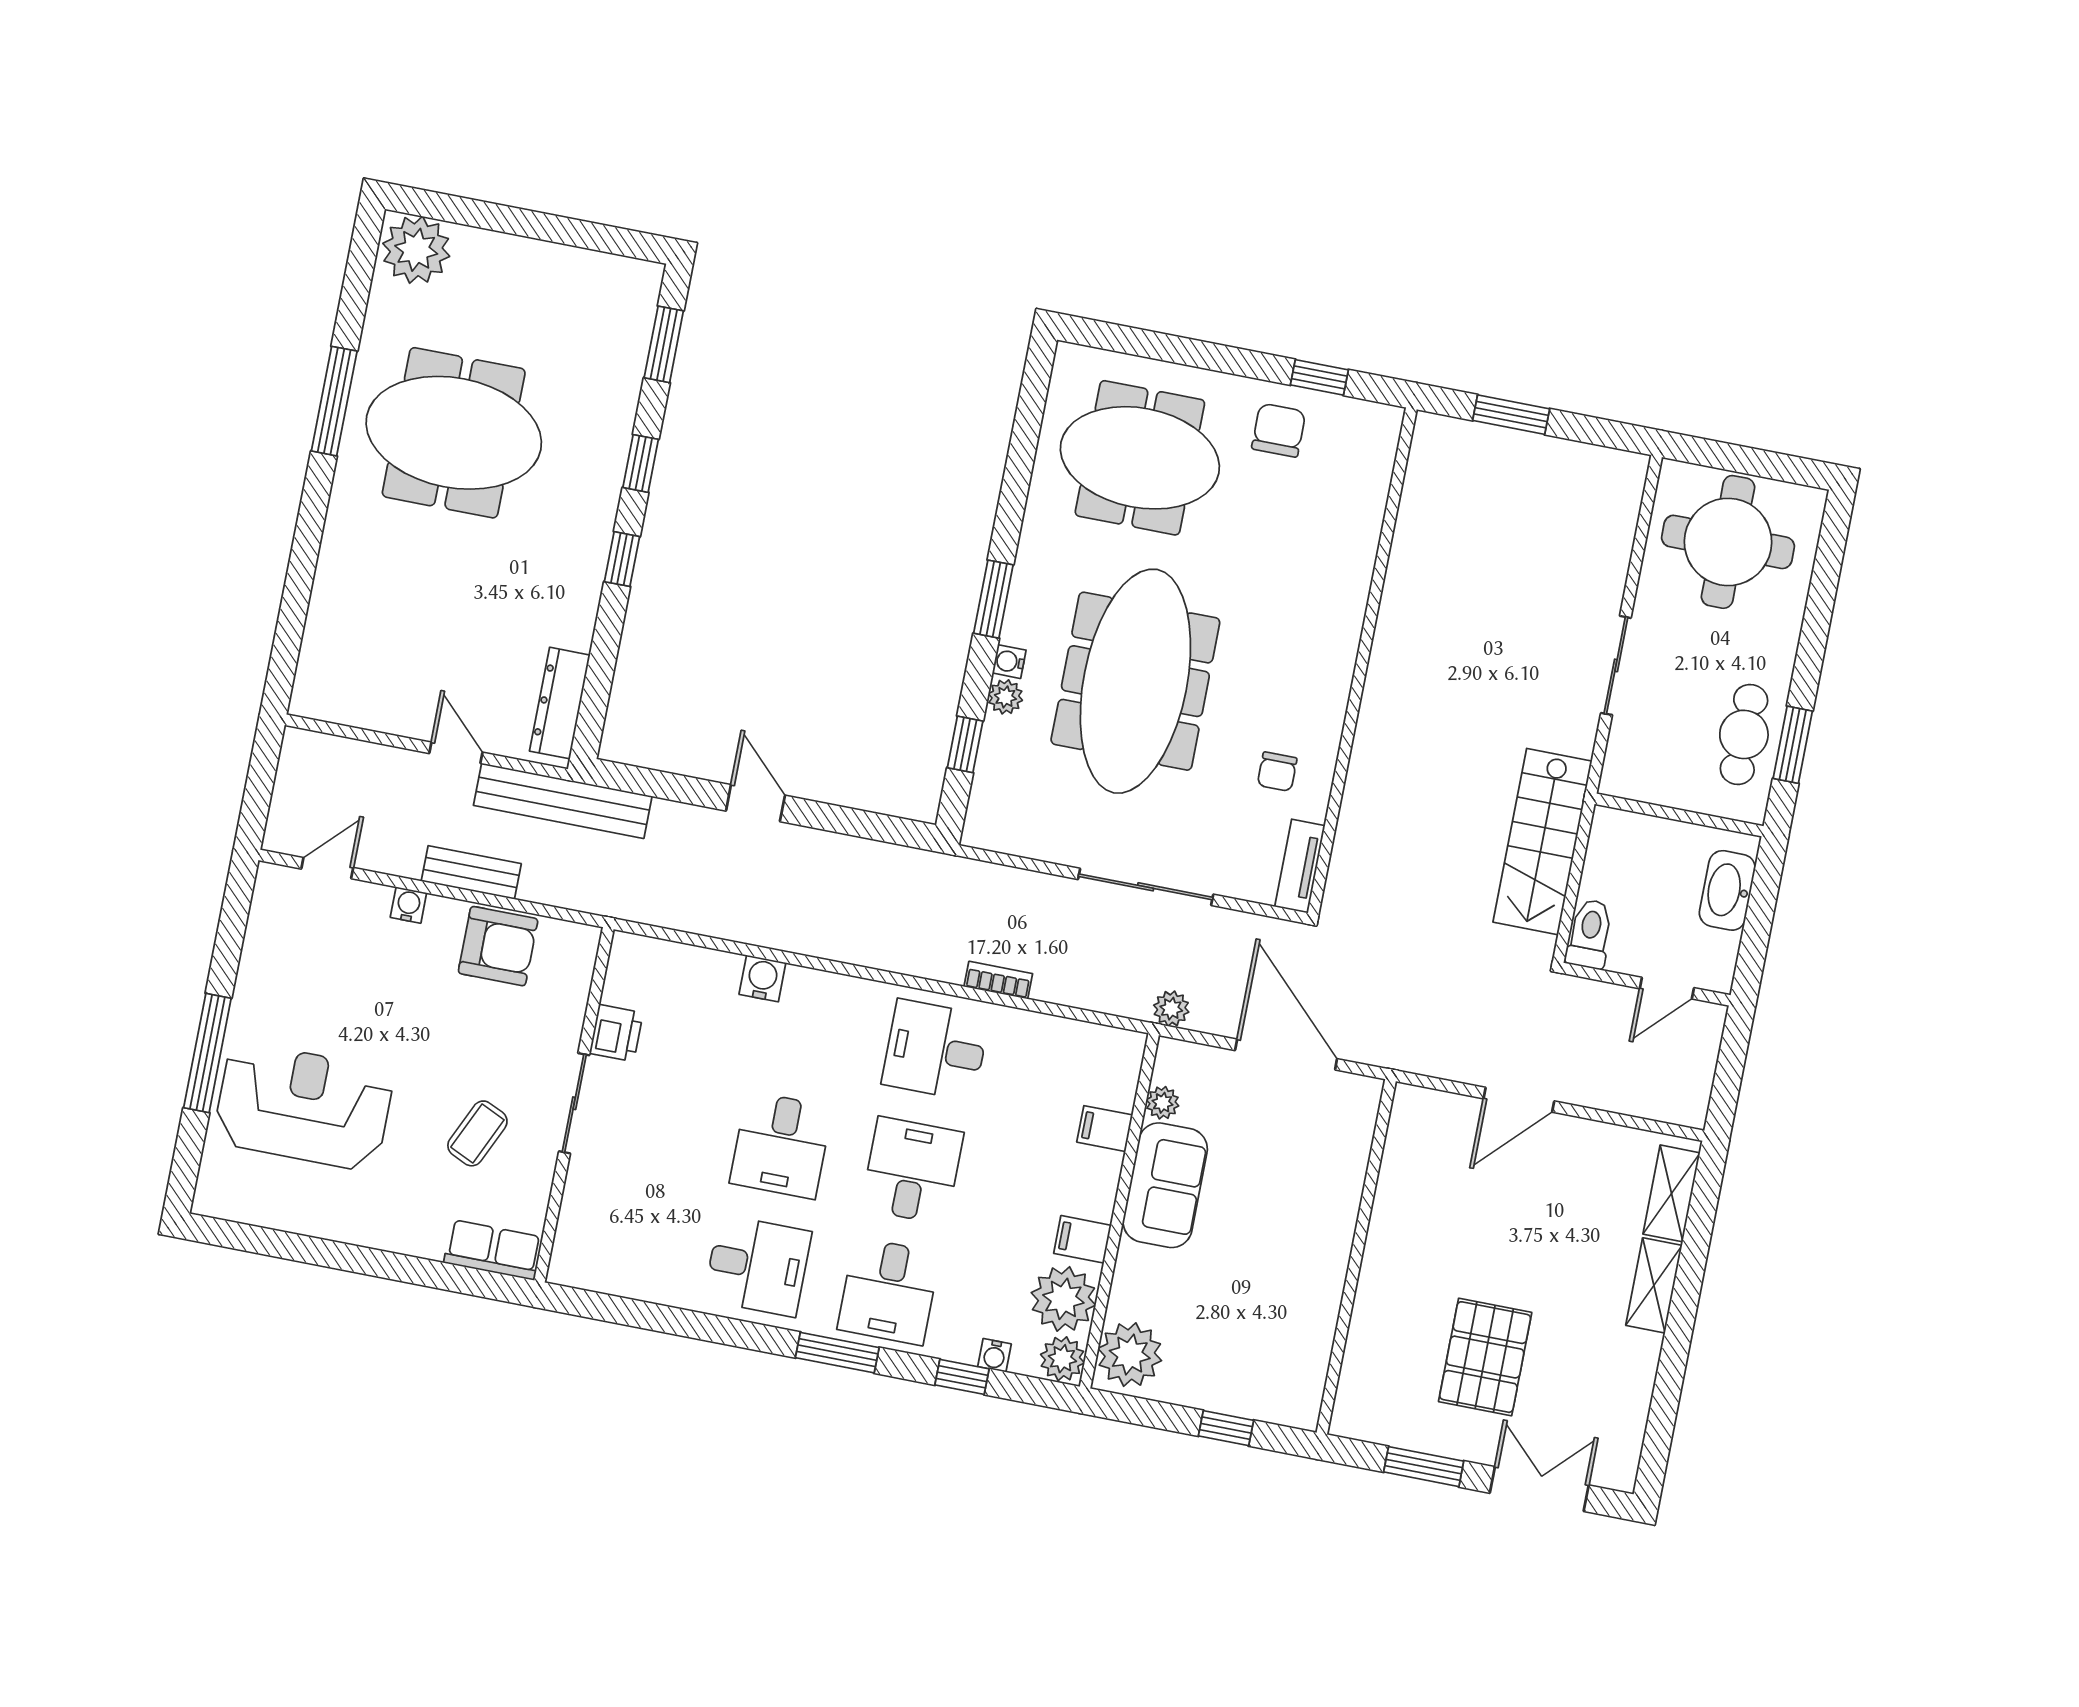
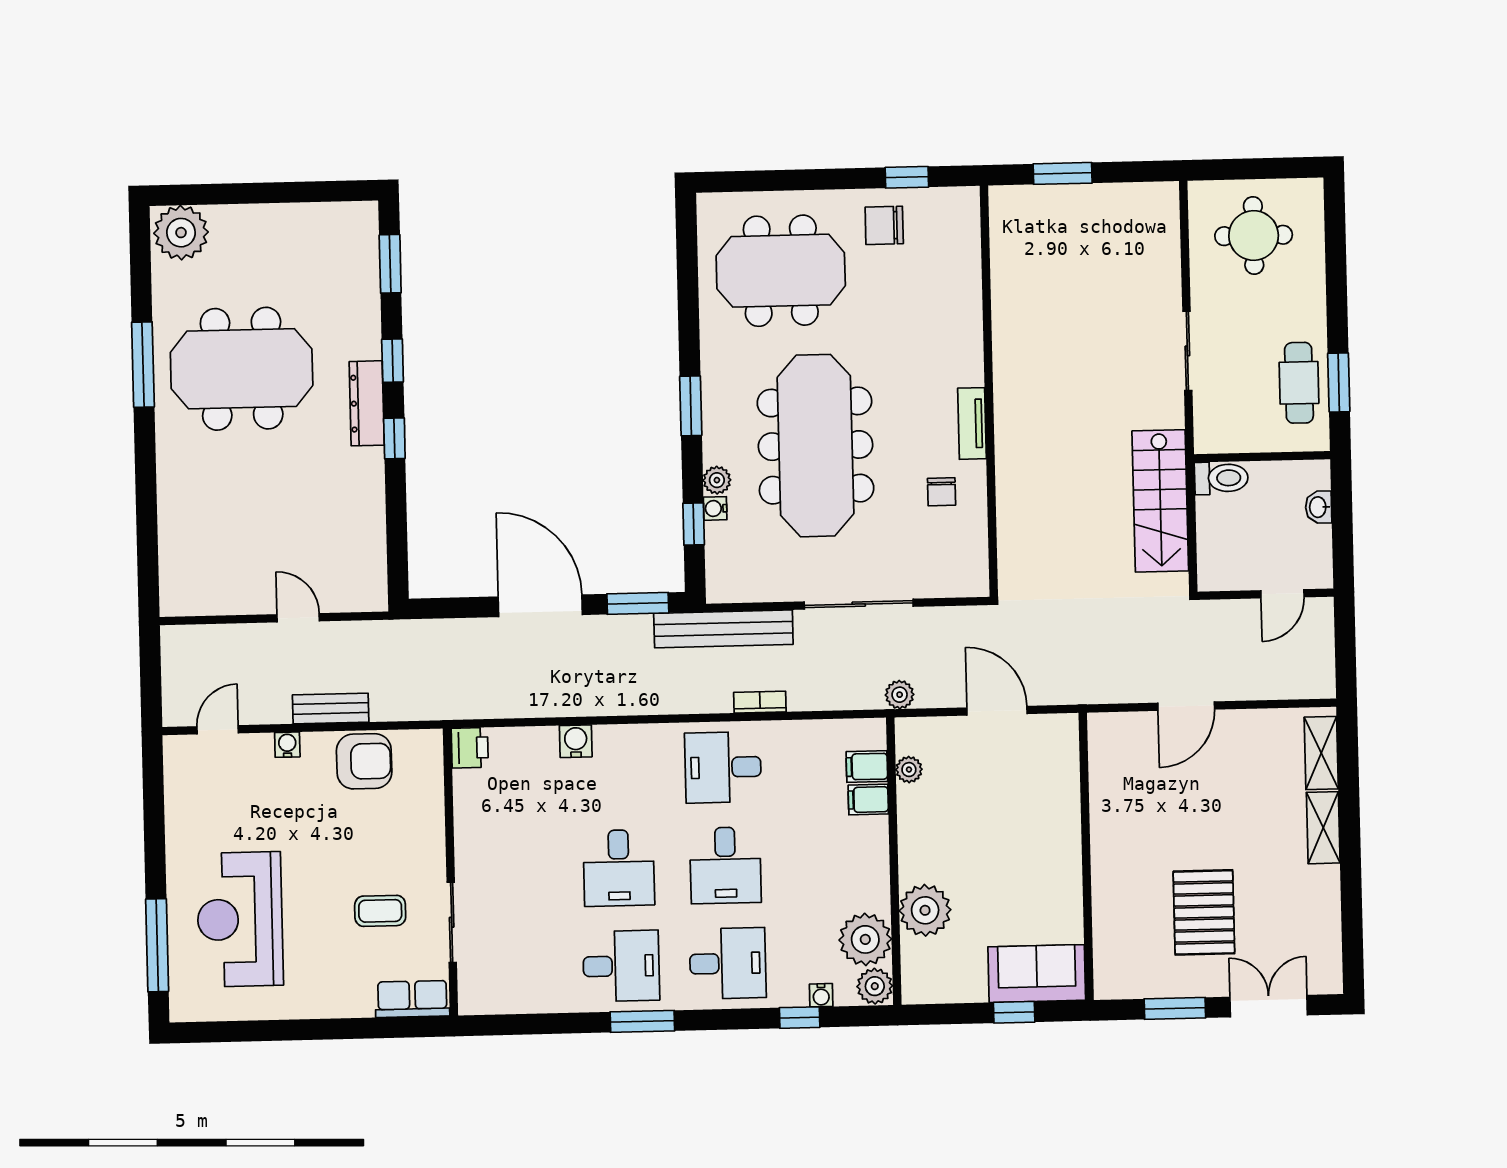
chair: (1279, 430) -> (884, 225), turned -90
round table: (1728, 542) -> (1254, 235), width x0.73, depth x0.73
water cooler: (1009, 662) -> (715, 508), moved
dresser: (560, 703) -> (367, 403), moved
bench: (563, 801) -> (723, 629), moved
door: (755, 803) -> (540, 606), width x1.88
window: (875, 826) -> (638, 603), added
tv unit: (1300, 866) -> (972, 423), moved
washbasin: (1727, 890) -> (1319, 507), width x0.52, depth x0.69
toilet: (1590, 934) -> (1221, 478), moved, turned 90
printer: (616, 1033) -> (470, 748), moved
window: (207, 1053) -> (157, 945), moved
door: (1286, 1055) -> (997, 711), width x0.73
sliding door: (574, 1103) -> (452, 922), moved
reception desk: (304, 1106) -> (240, 919), turned -90
coffee table: (477, 1133) -> (380, 911), turned 65
desk: (912, 1171) -> (725, 865), turned 180
sofa: (1165, 1185) -> (1037, 974), moved, turned -90
filing cabinet: (1082, 1239) -> (867, 767), moved
desk: (889, 1291) -> (728, 963), turned -90
window: (837, 1353) -> (642, 1021), moved
plant: (1130, 1355) -> (925, 910), moved

